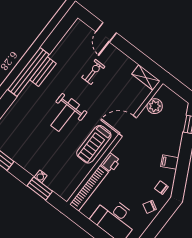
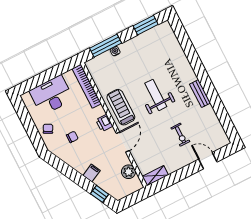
window: (29, 72) -> (205, 82), removed
printer: (111, 162) -> (104, 123), moved
filing cabinet: (170, 162) -> (92, 173), moved
window: (40, 188) -> (106, 46), width x1.44
chair: (161, 188) -> (72, 137), moved

